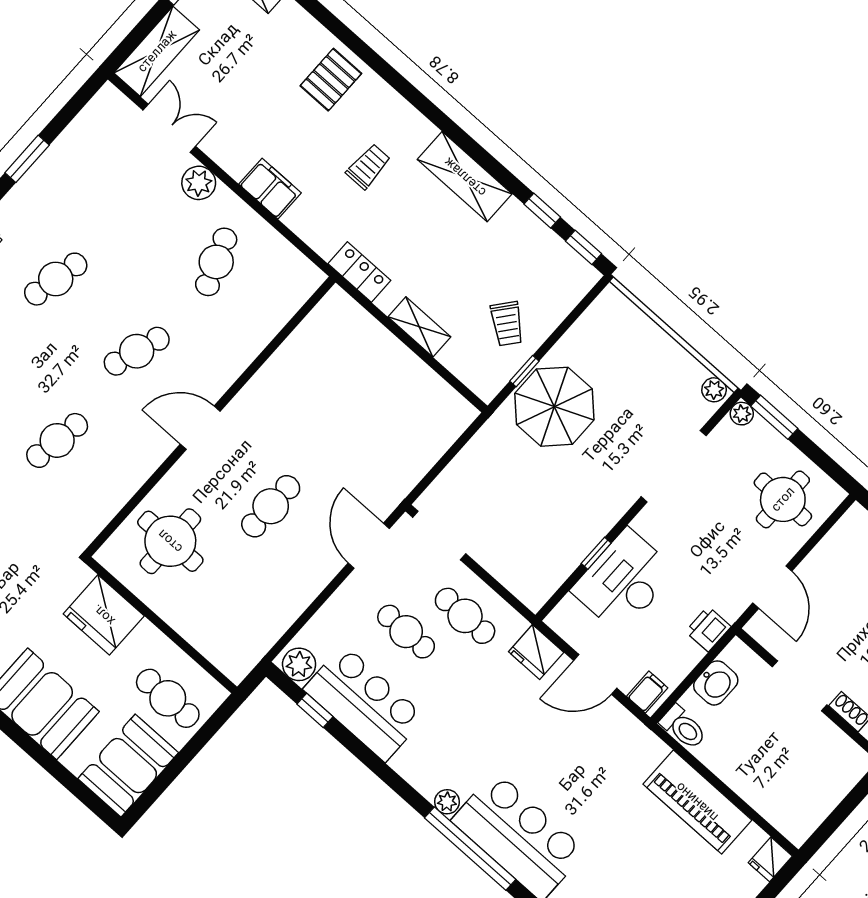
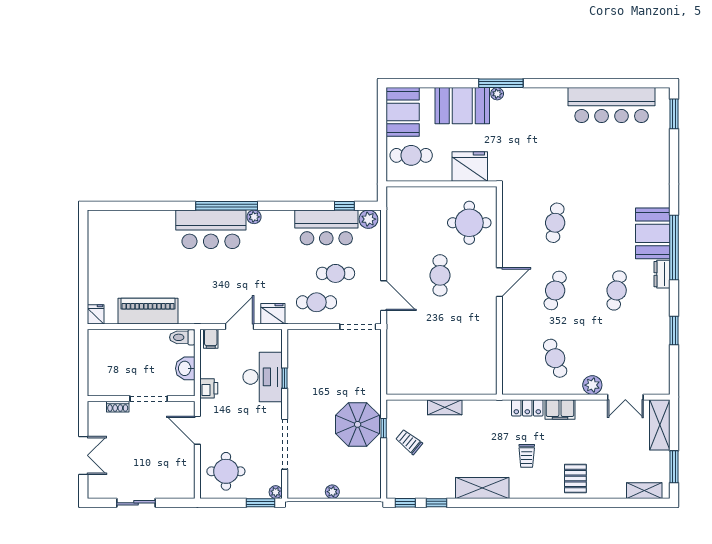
locker: (359, 272) -> (527, 408), moved
plant: (714, 390) -> (332, 492), moved

